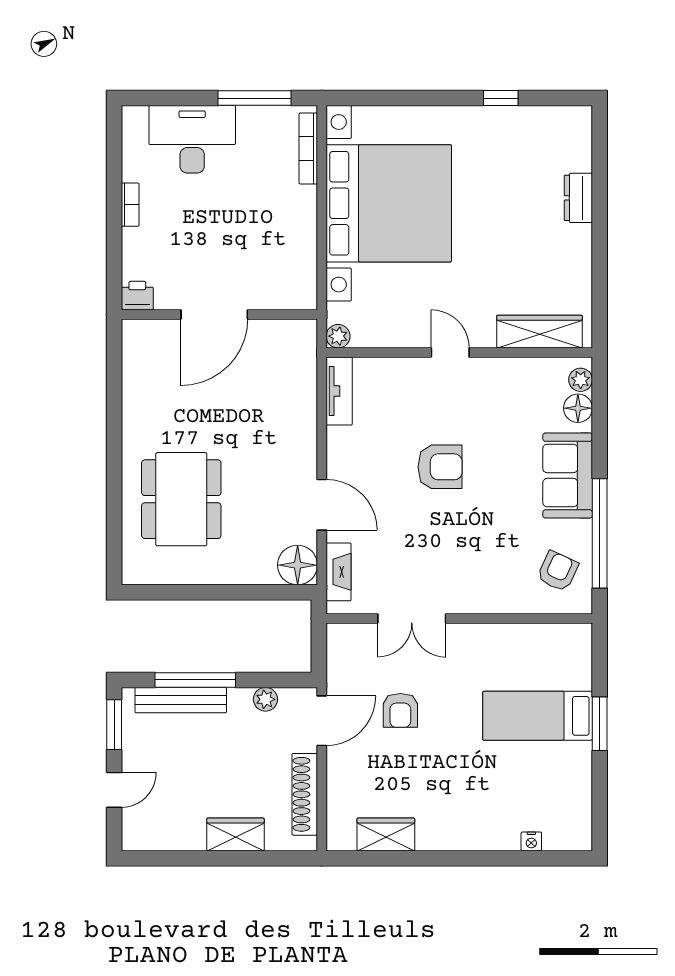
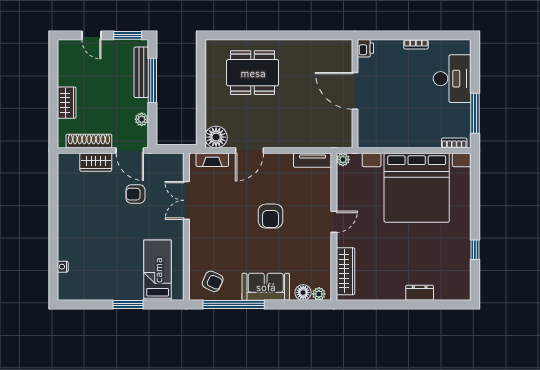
bookcase: (308, 148) -> (454, 143), width x0.64
bed: (538, 716) -> (158, 270), moved
wardrobe: (386, 834) -> (96, 162), moved, turned 90

